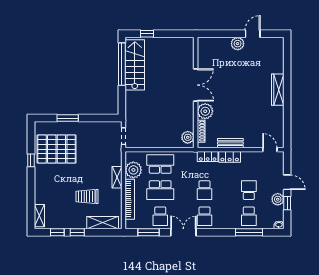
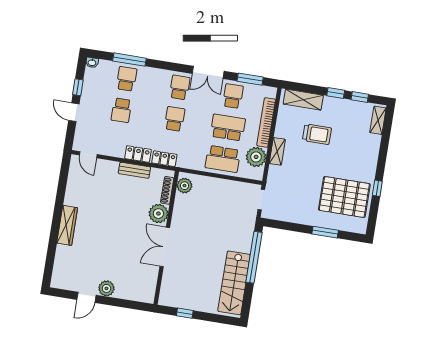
window: (147, 34) -> (185, 313), moved
window: (122, 64) -> (254, 257), moved
plant: (278, 199) -> (88, 94), removed

